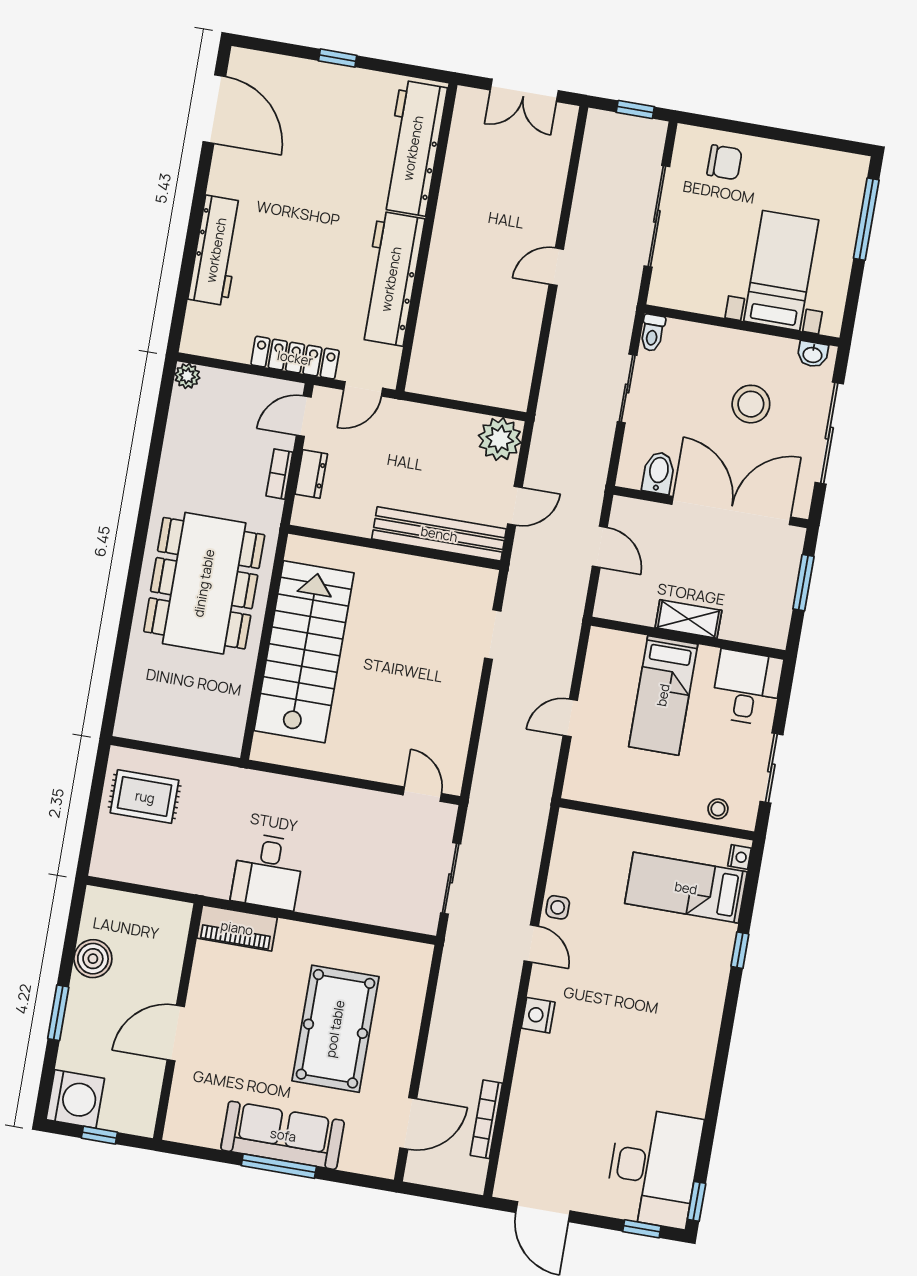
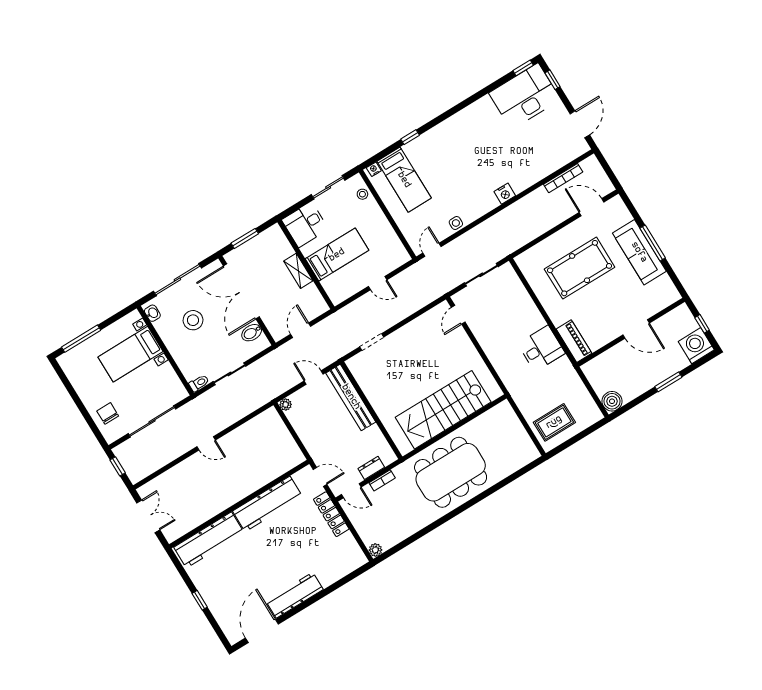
workbench: (216, 250) -> (295, 595), moved
plant: (500, 439) -> (286, 405), width x0.53, depth x0.53
rug: (145, 797) -> (554, 422), turned 90
door: (531, 944) -> (432, 250), moved
boiler: (93, 959) -> (612, 401), moved

